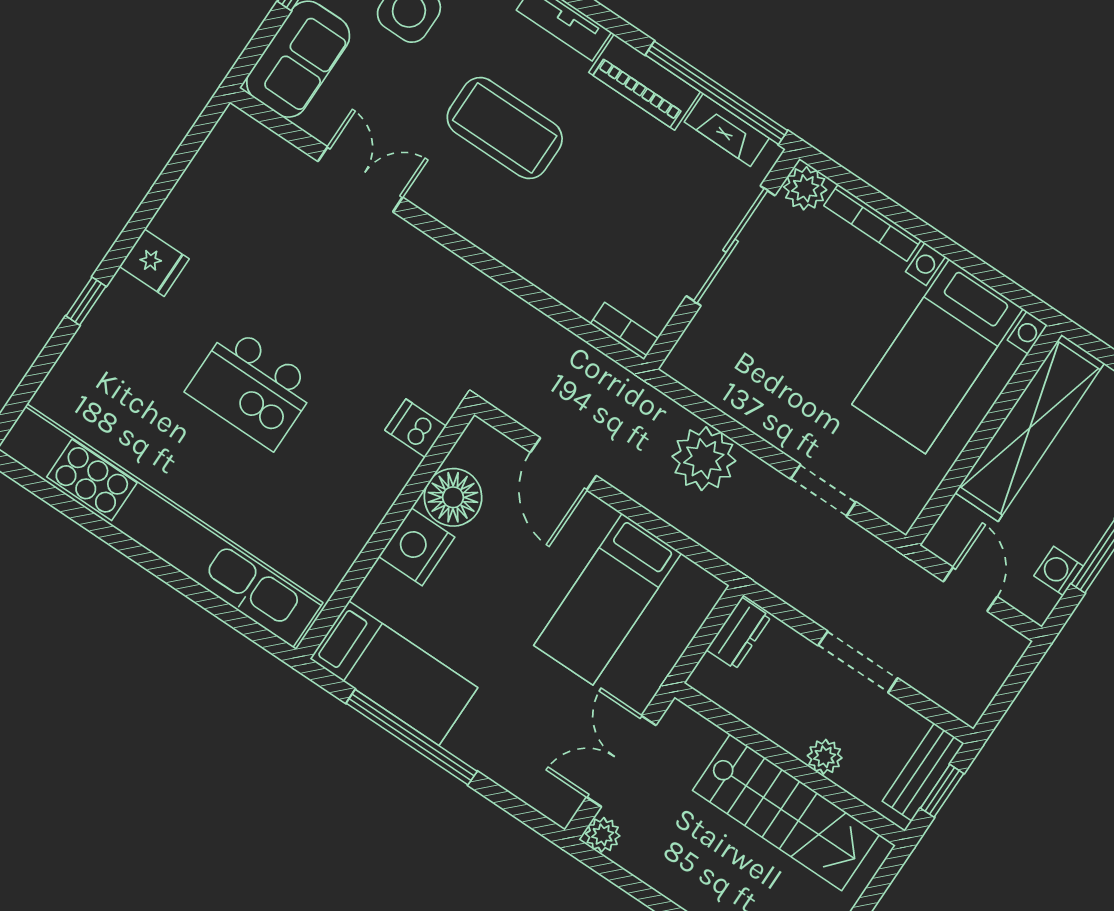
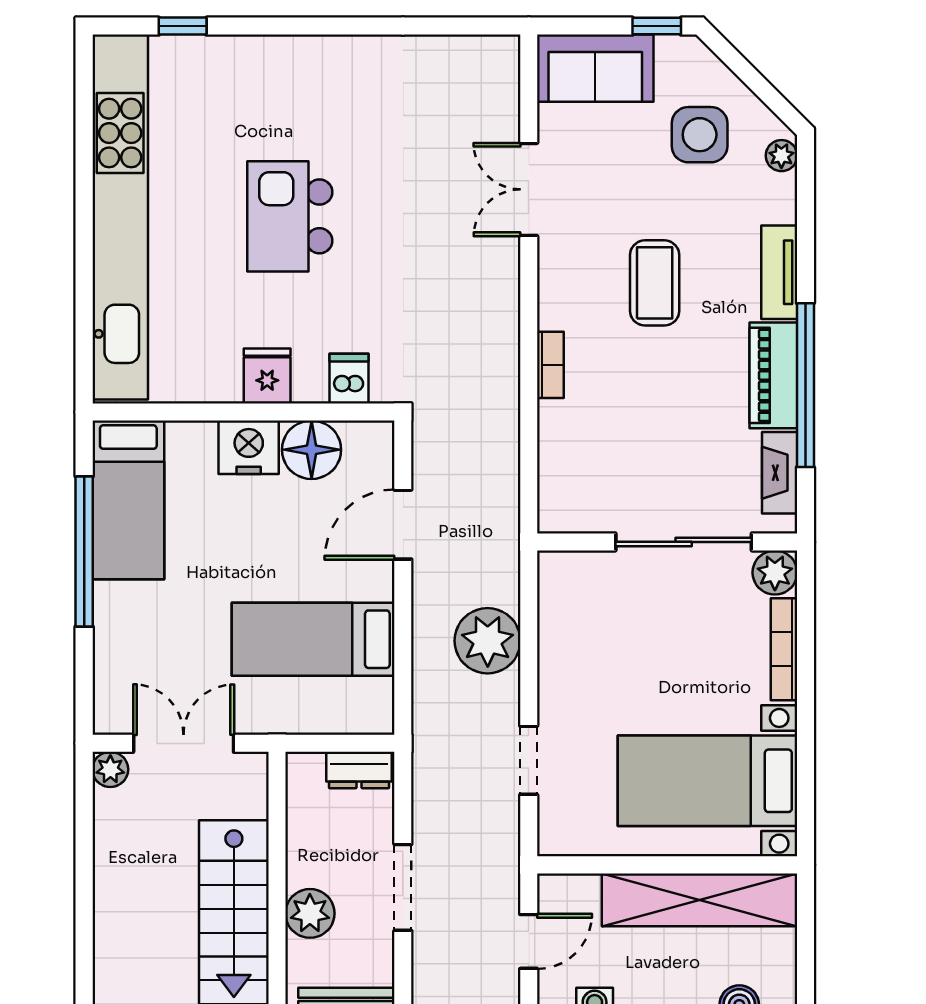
window: (716, 93) -> (805, 385), moved
coffee table: (505, 128) -> (655, 283), width x0.73, depth x0.76
double door: (360, 179) -> (529, 189), swing flipped
fridge: (154, 263) -> (267, 376), moved, turned 180
window: (86, 301) -> (183, 26), moved
bookcase: (624, 331) -> (550, 365), moved
plant: (825, 757) -> (310, 913), width x1.38, depth x1.38

